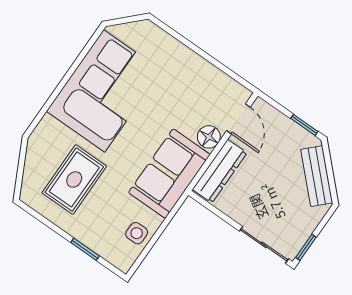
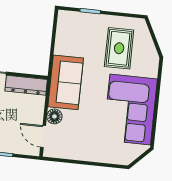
dresser: (220, 171) -> (26, 85), moved, turned -90
side table: (137, 233) -> (65, 37), removed

